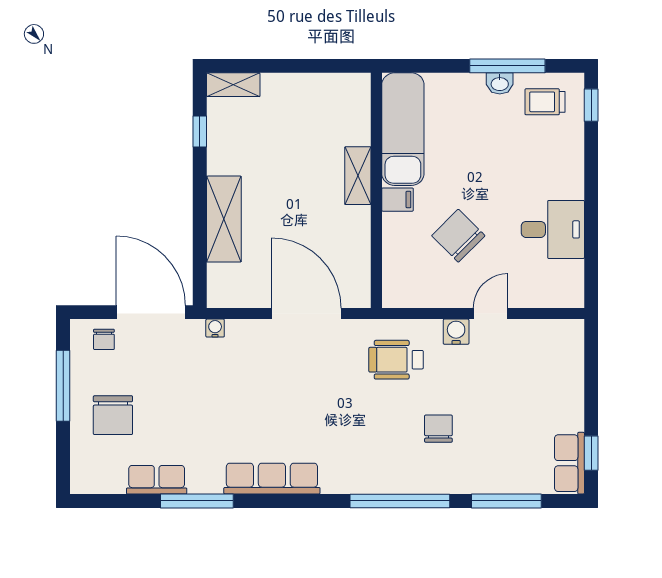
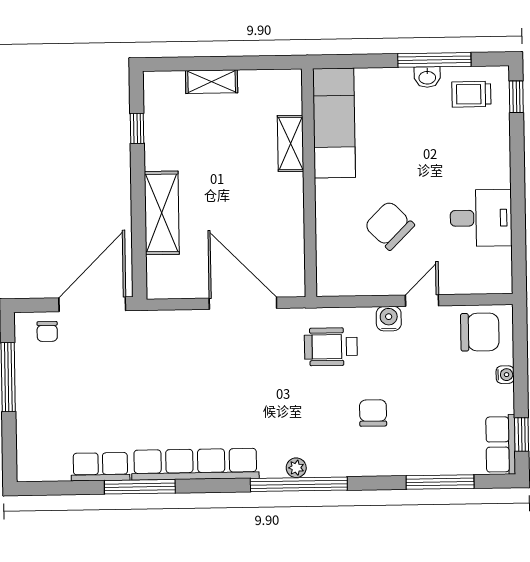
shelving: (233, 85) -> (212, 82), moved
shelving: (358, 176) -> (291, 143), moved
filing cabinet: (397, 200) -> (330, 191), removed
door: (151, 312) -> (92, 304), hinge flipped
water cooler: (215, 328) -> (505, 375), moved, turned 90
chair: (113, 415) -> (480, 332), moved, turned -90
row of seats: (272, 479) -> (195, 464), width x1.36
plant: (358, 484) -> (296, 468), added
window: (400, 501) -> (299, 484), moved

